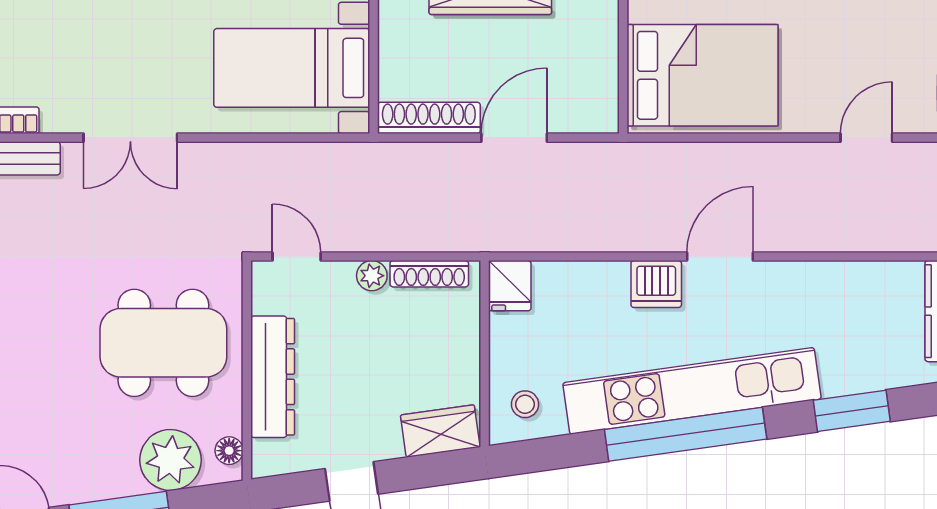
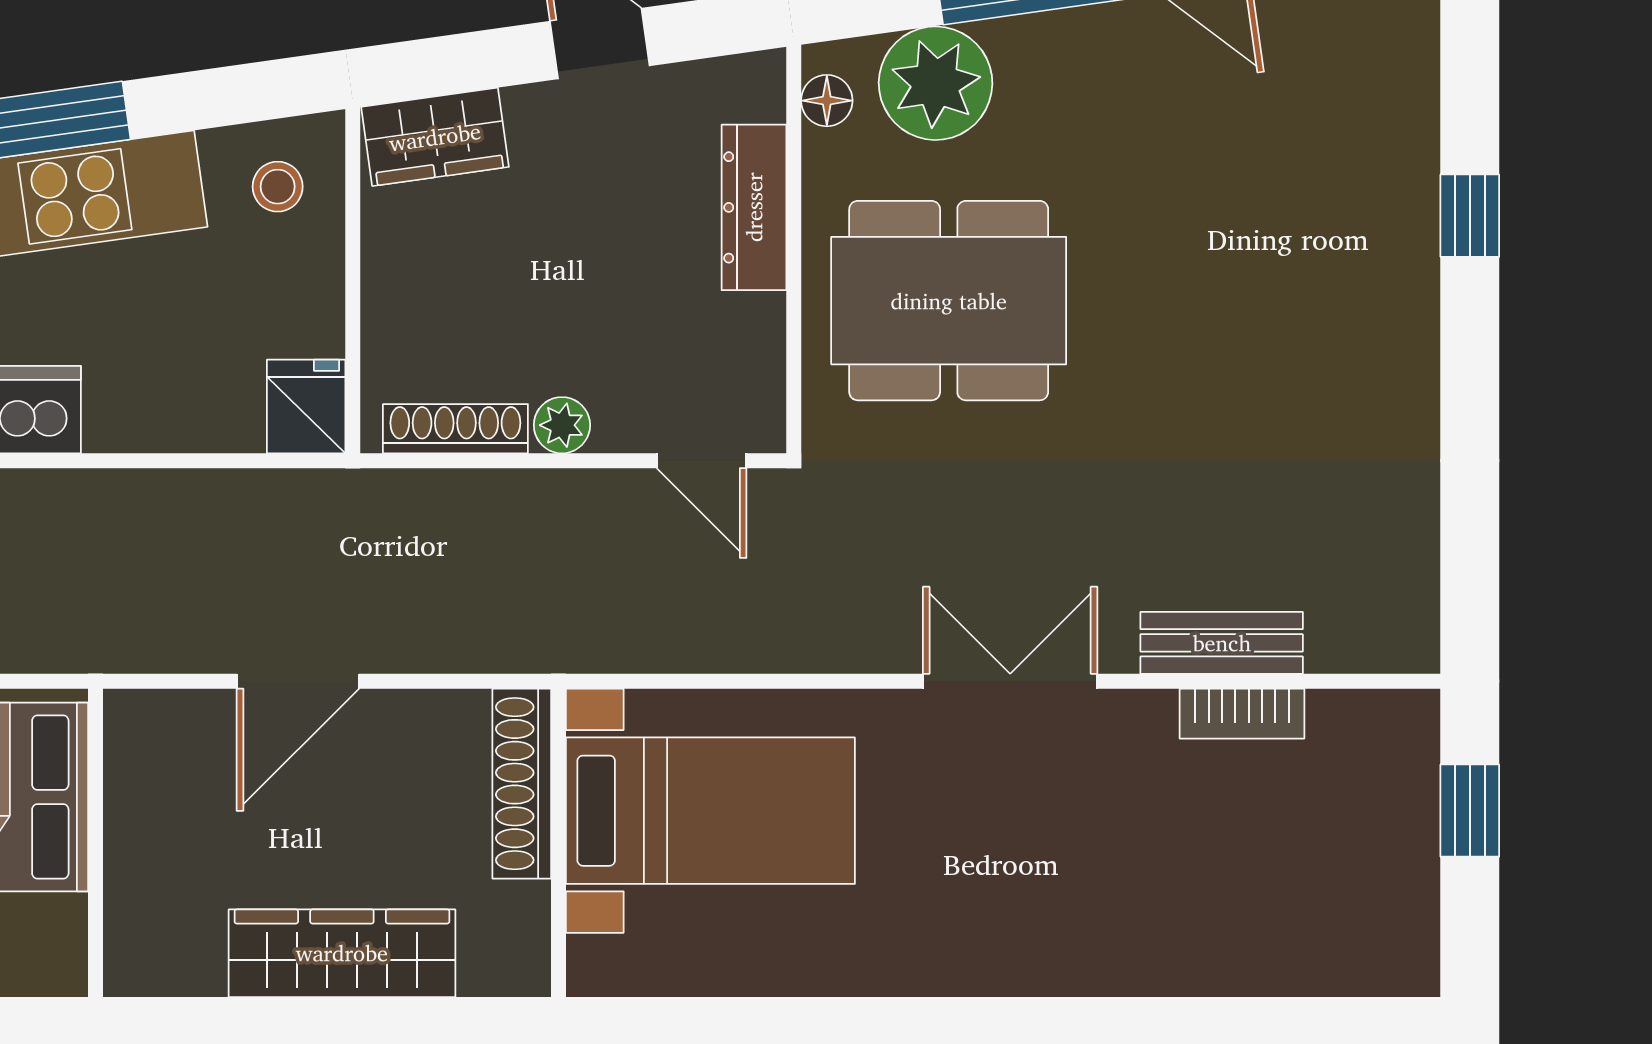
shoe rack: (429, 118) -> (522, 784), moved, turned 90
dresser: (273, 377) -> (754, 207), width x0.73, depth x0.80

